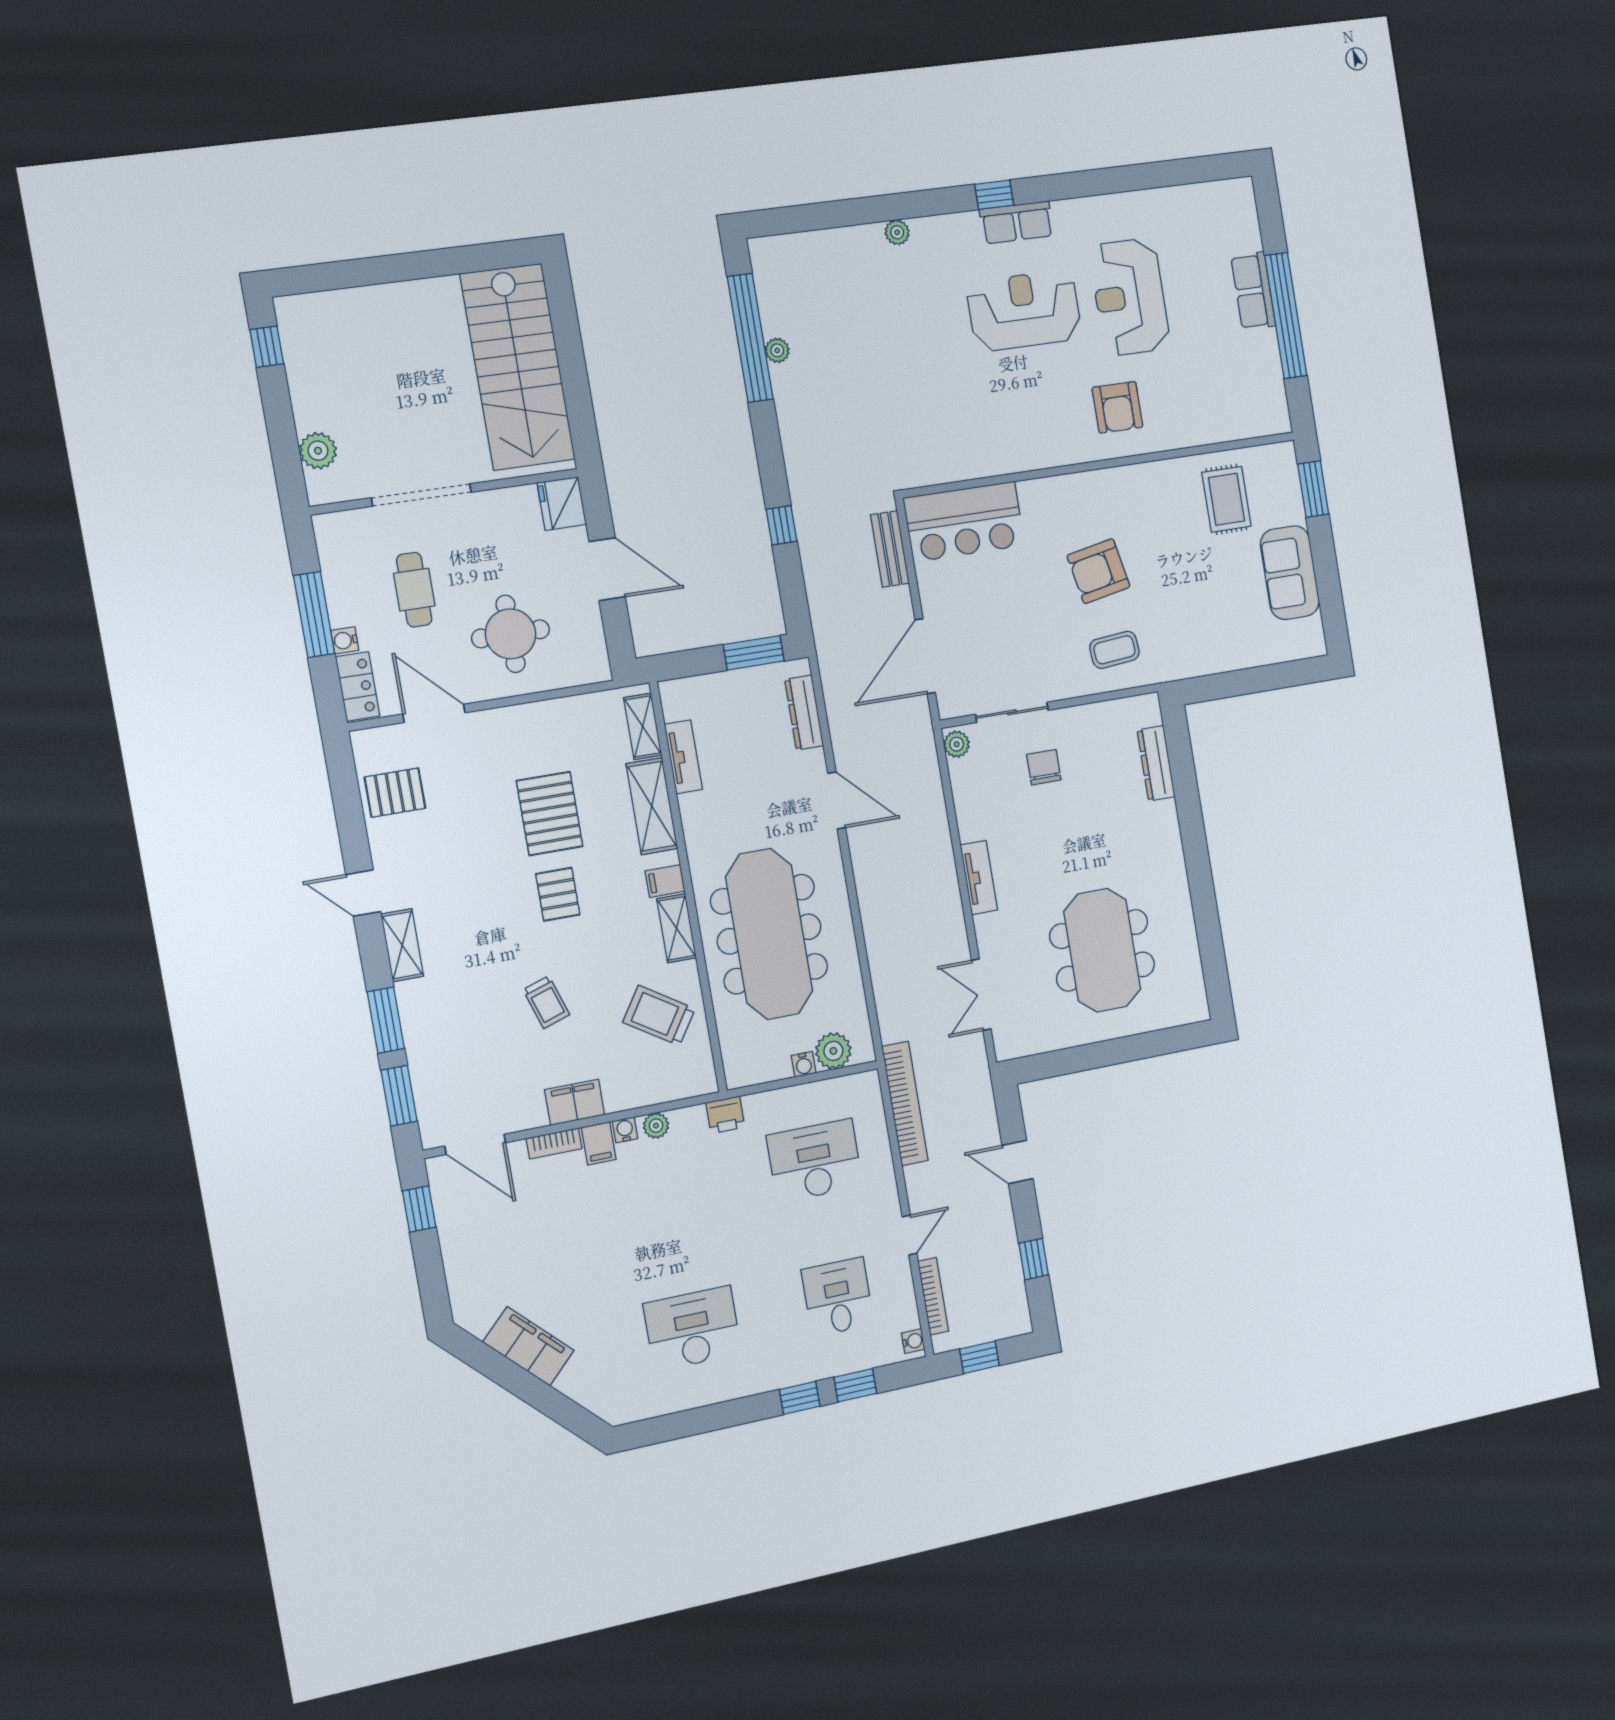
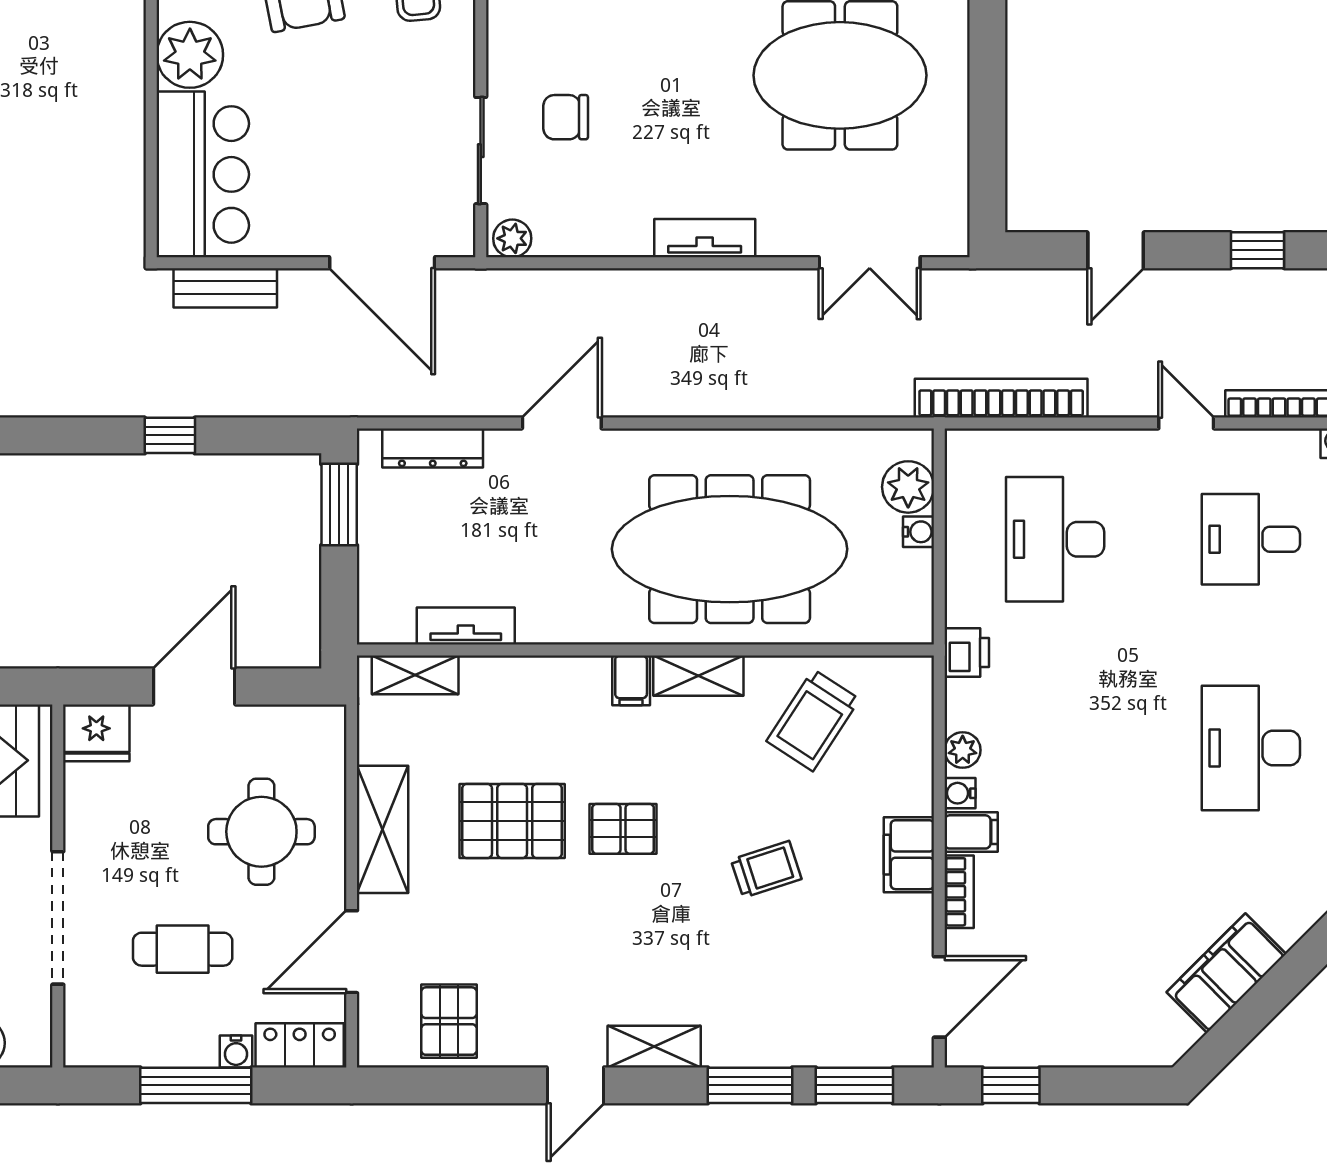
plant: (1043, 500) -> (190, 55), added
shelving: (652, 806) -> (382, 829), moved, turned 90

